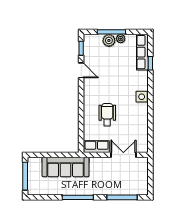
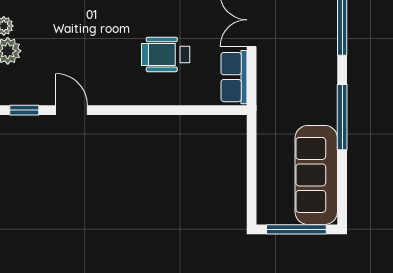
door: (81, 70) -> (72, 110), hinge flipped
sofa: (66, 167) -> (316, 175), moved, turned 180

